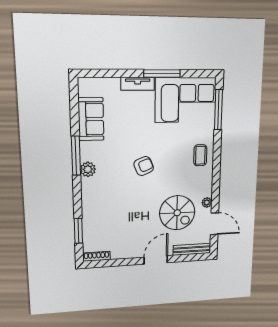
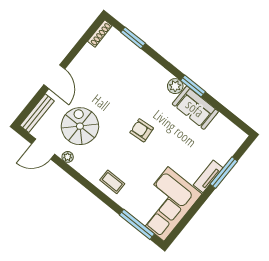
window: (162, 74) -> (224, 173), moved
sofa: (91, 119) -> (195, 108), moved
window: (76, 156) -> (193, 86), width x0.69
armchair: (144, 166) -> (142, 130), turned 107
spiral stairs: (177, 213) -> (80, 126), turned 90

